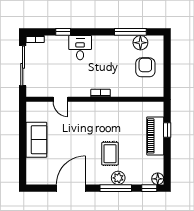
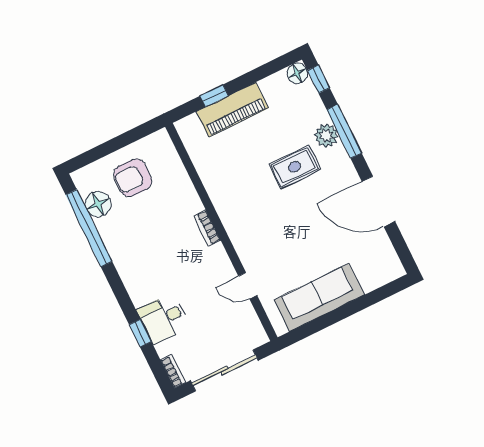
window: (130, 32) -> (89, 228), width x1.46
desk: (80, 48) -> (164, 318), moved
door: (60, 99) -> (248, 286), swing flipped
sofa: (36, 140) -> (319, 297), width x1.36

